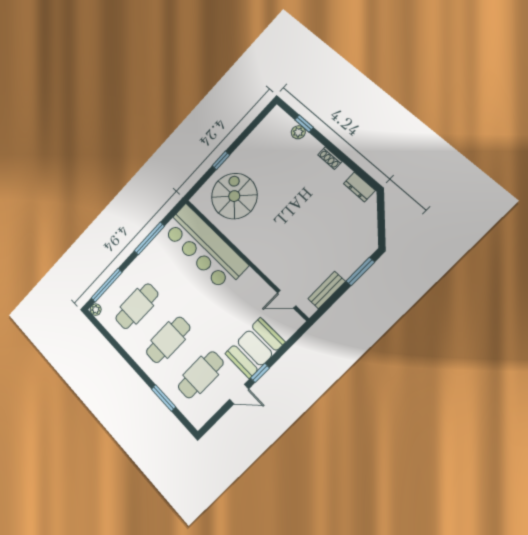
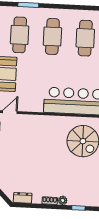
plant: (298, 132) -> (63, 200), moved

